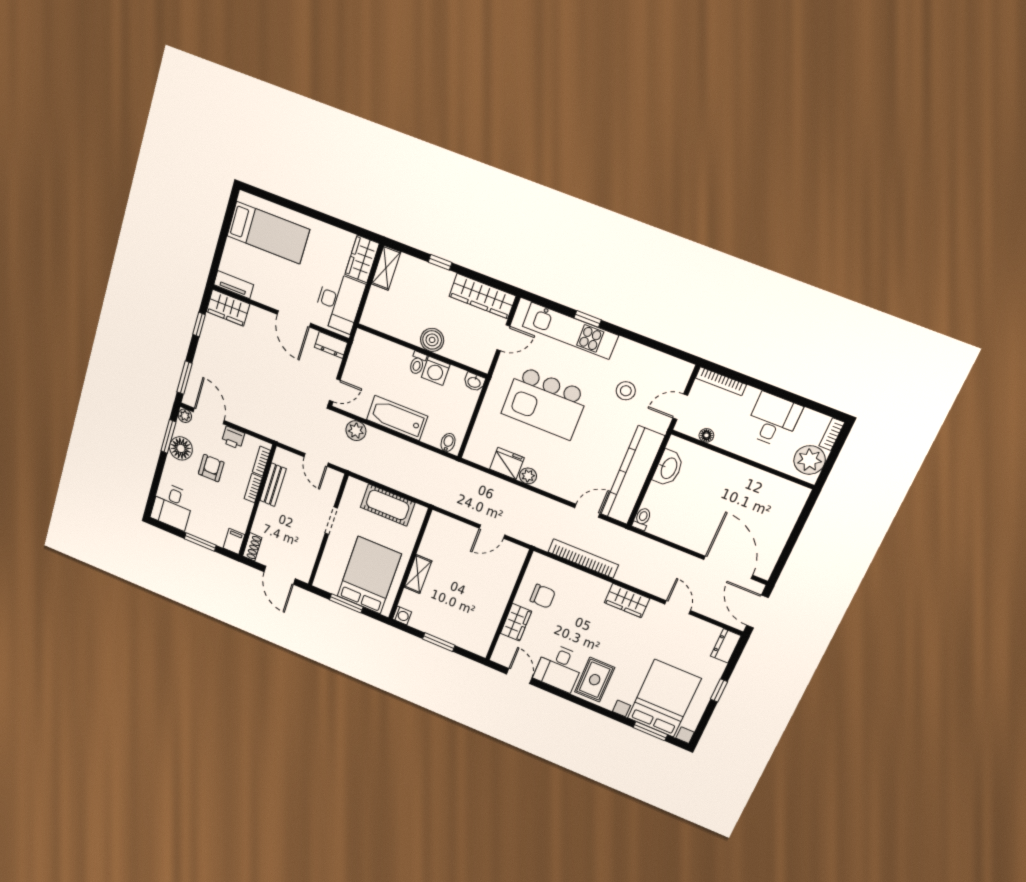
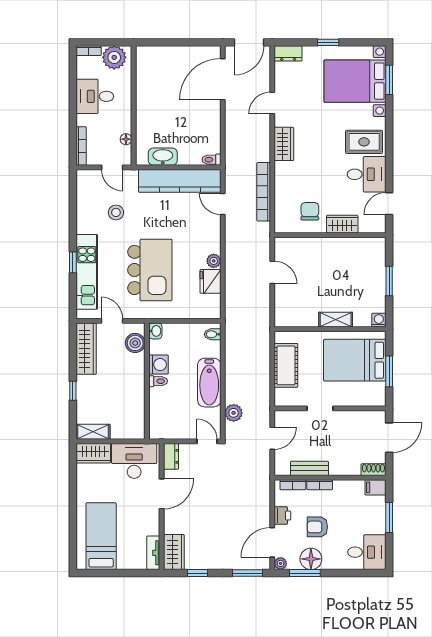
boiler: (432, 340) -> (135, 343), moved

